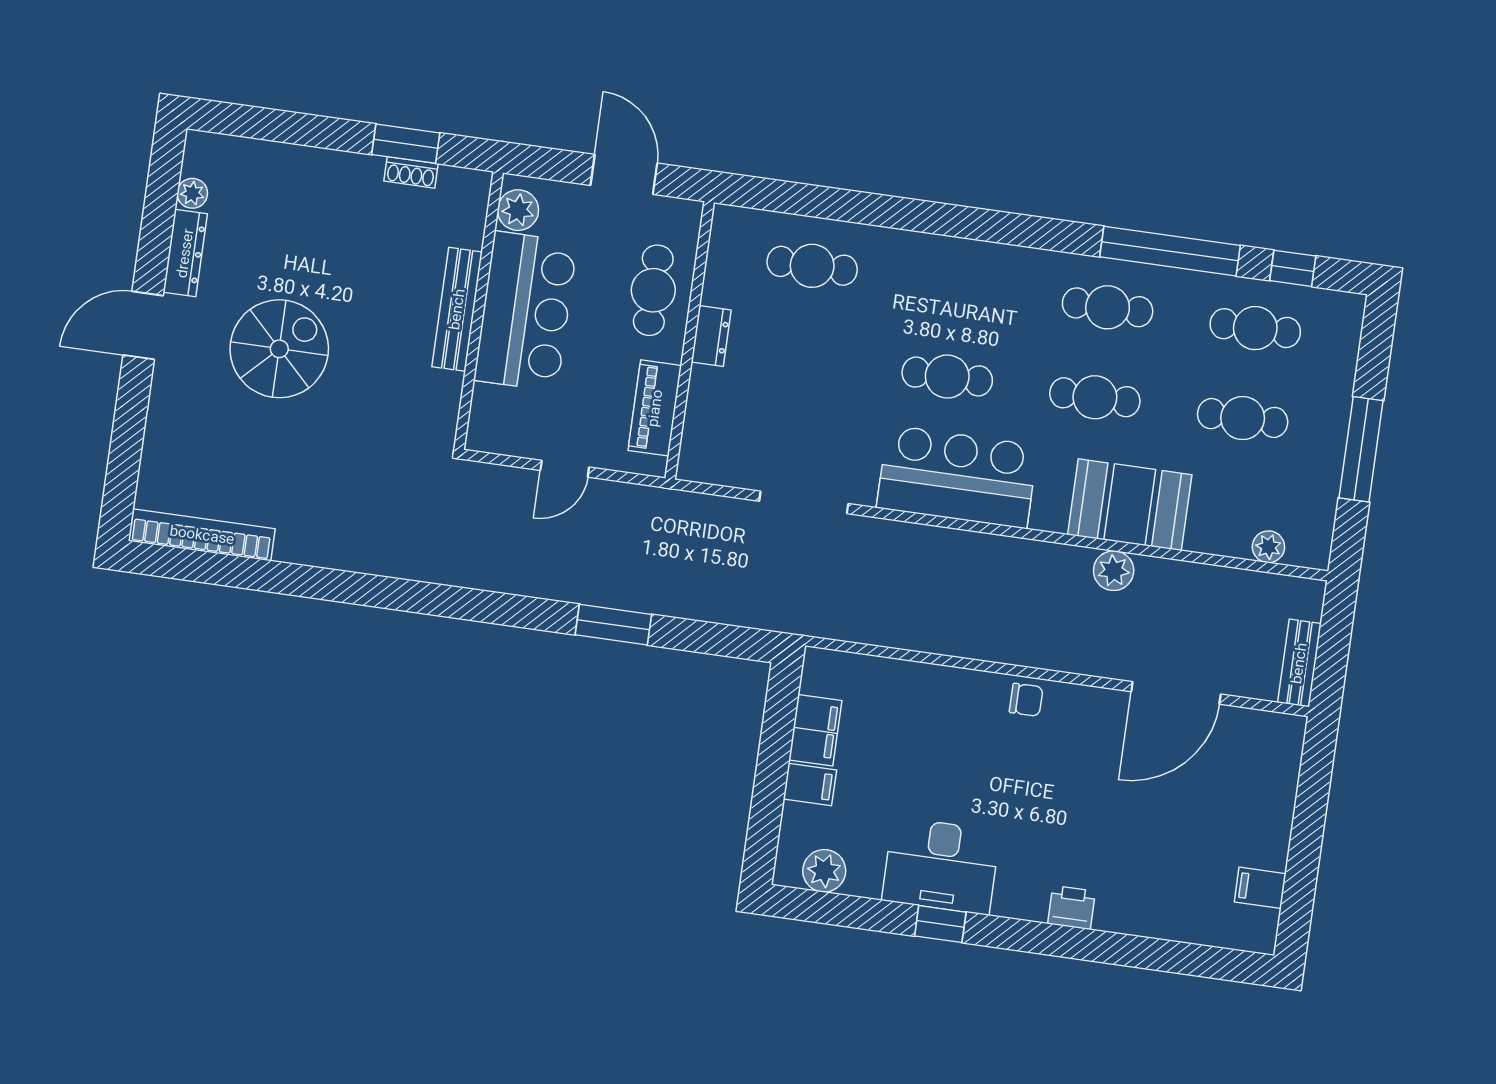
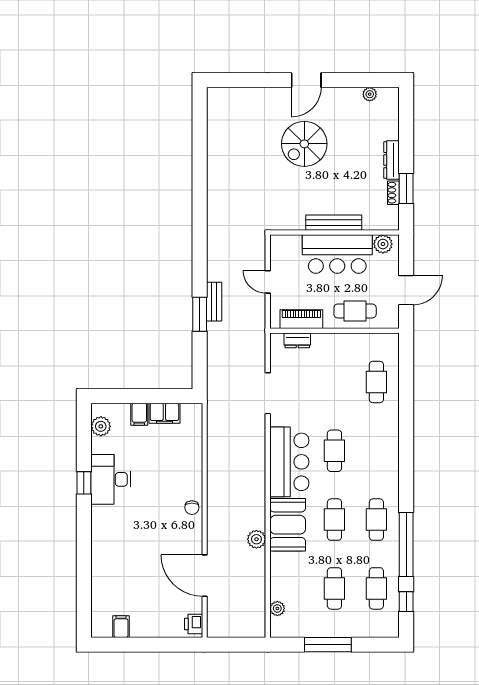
dresser: (185, 253) -> (391, 160), moved, turned 90
door: (143, 325) -> (306, 80), swing flipped
dresser: (711, 336) -> (297, 340), moved
spiral stairs: (279, 349) -> (304, 144), turned 90
booth: (1130, 505) -> (288, 525), moved
bookcase: (202, 535) -> (214, 120), removed
bench: (1299, 663) -> (214, 302), moved, turned 90
printer: (1072, 907) -> (194, 624), moved, turned 180

